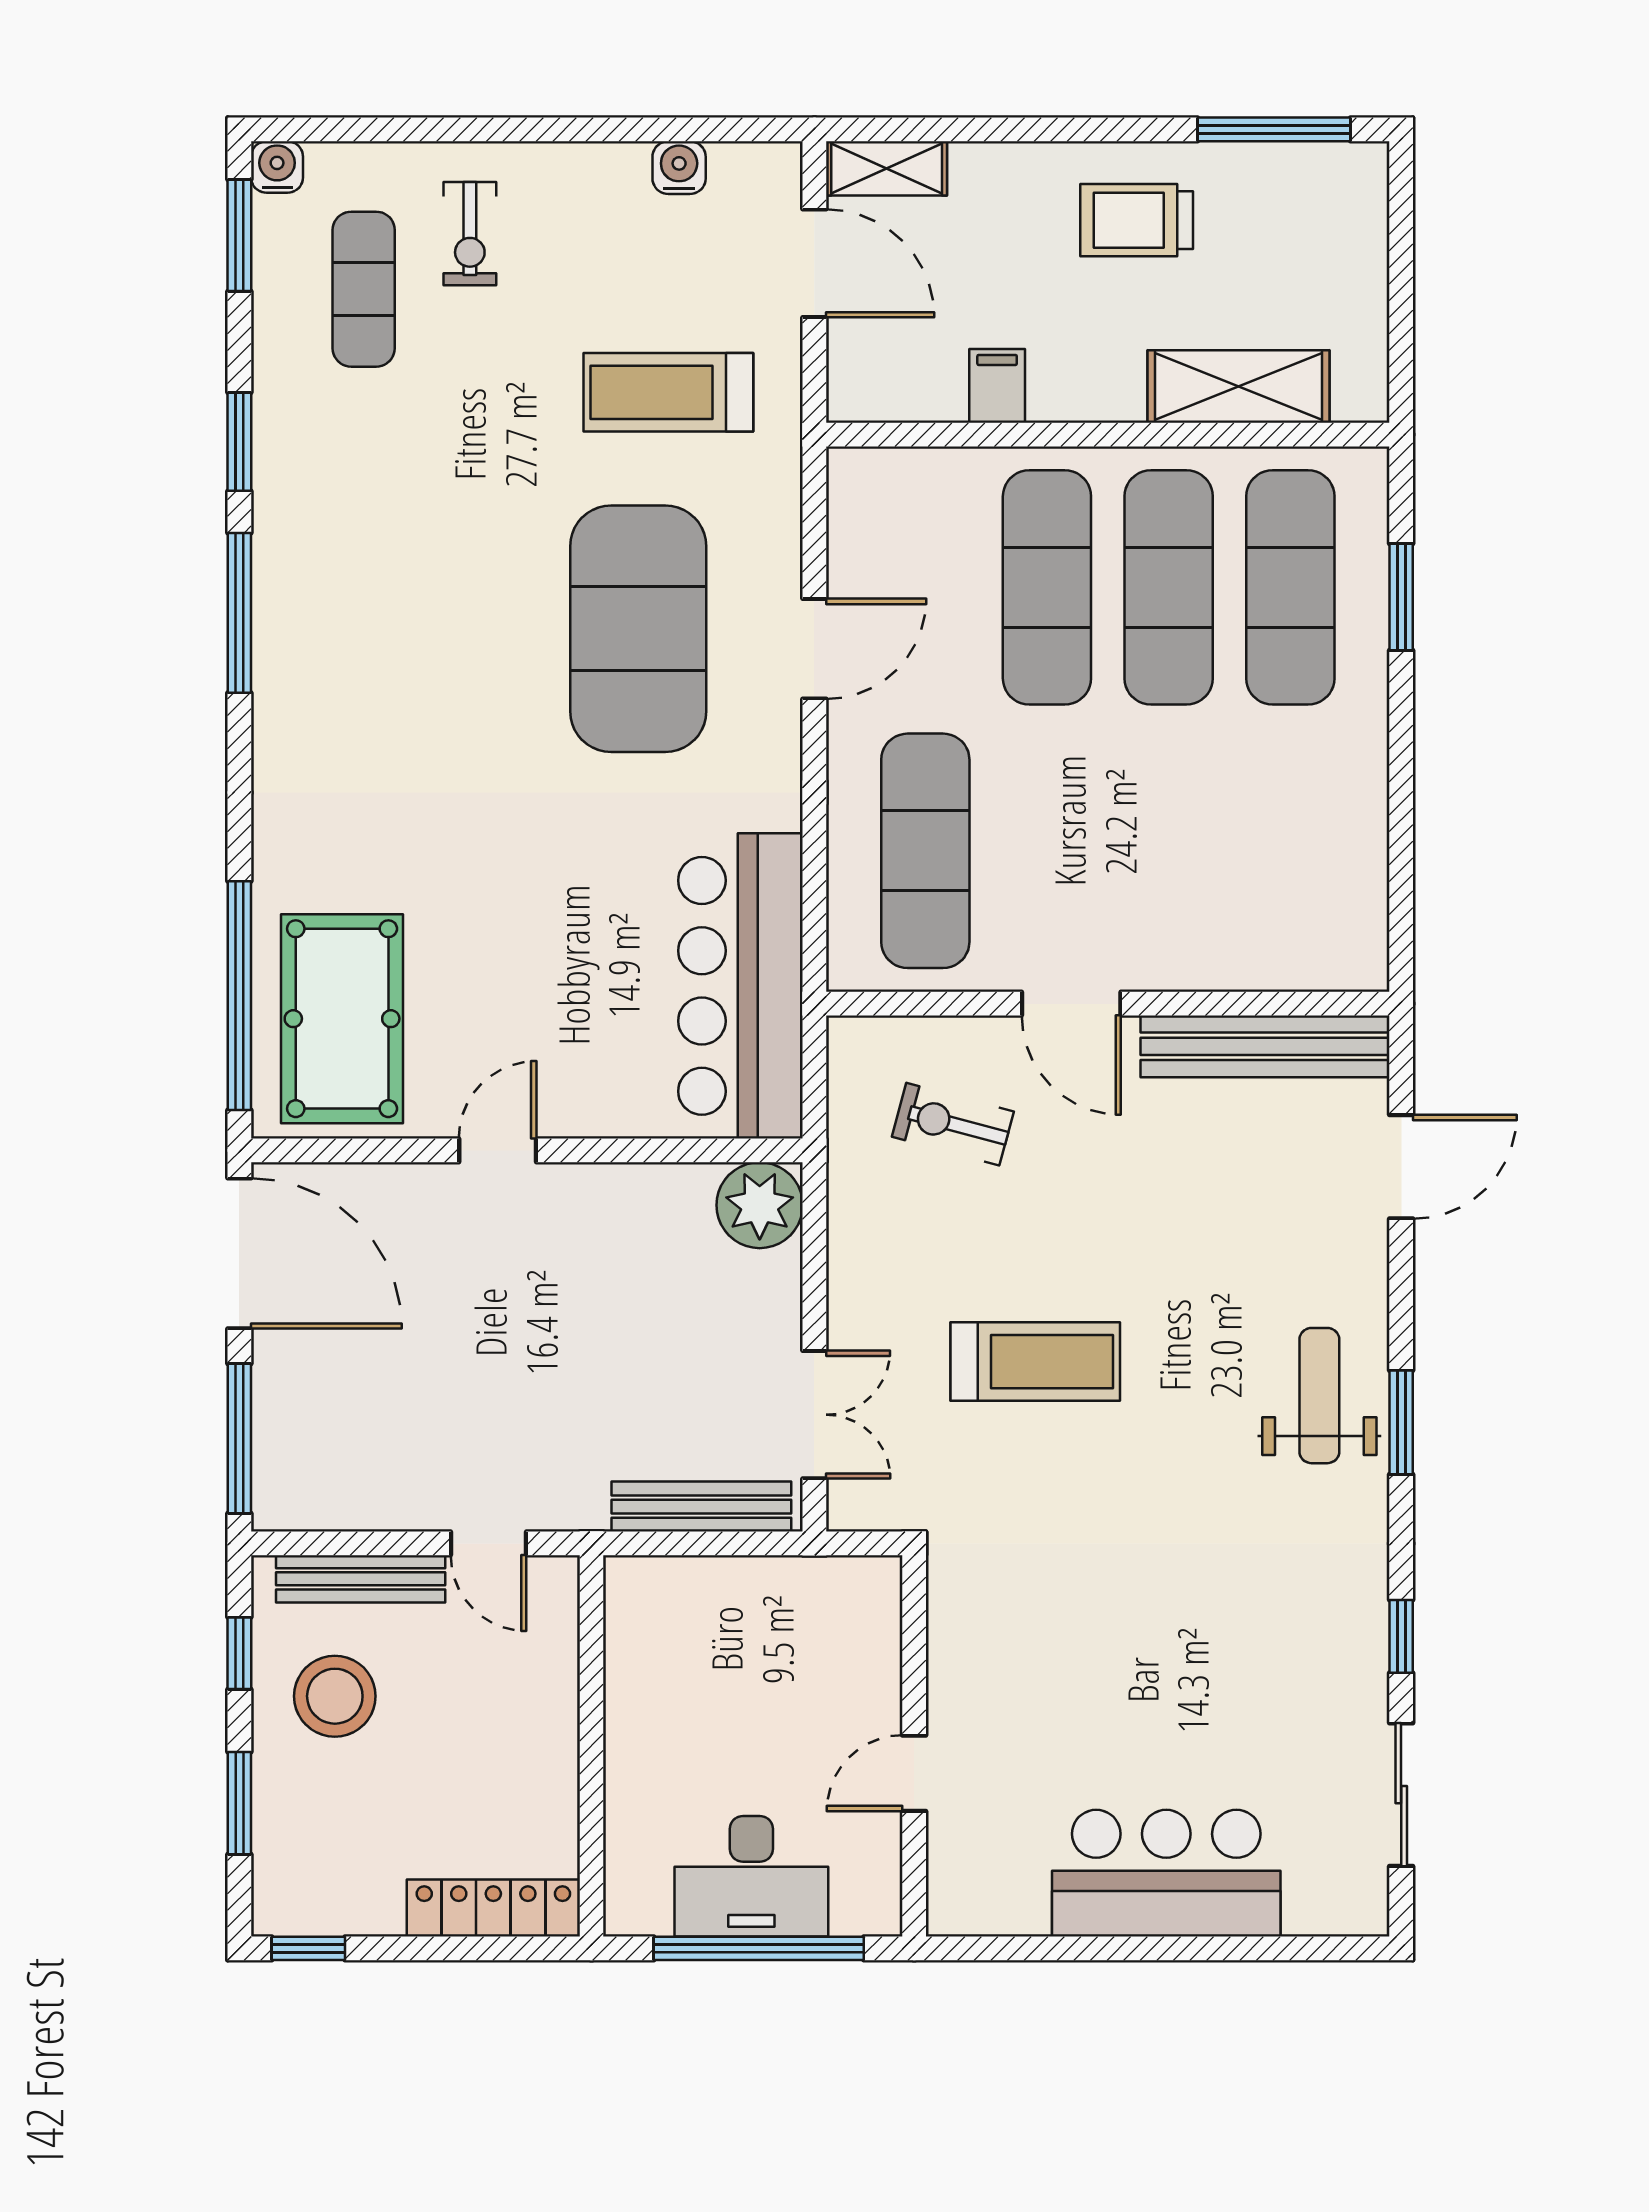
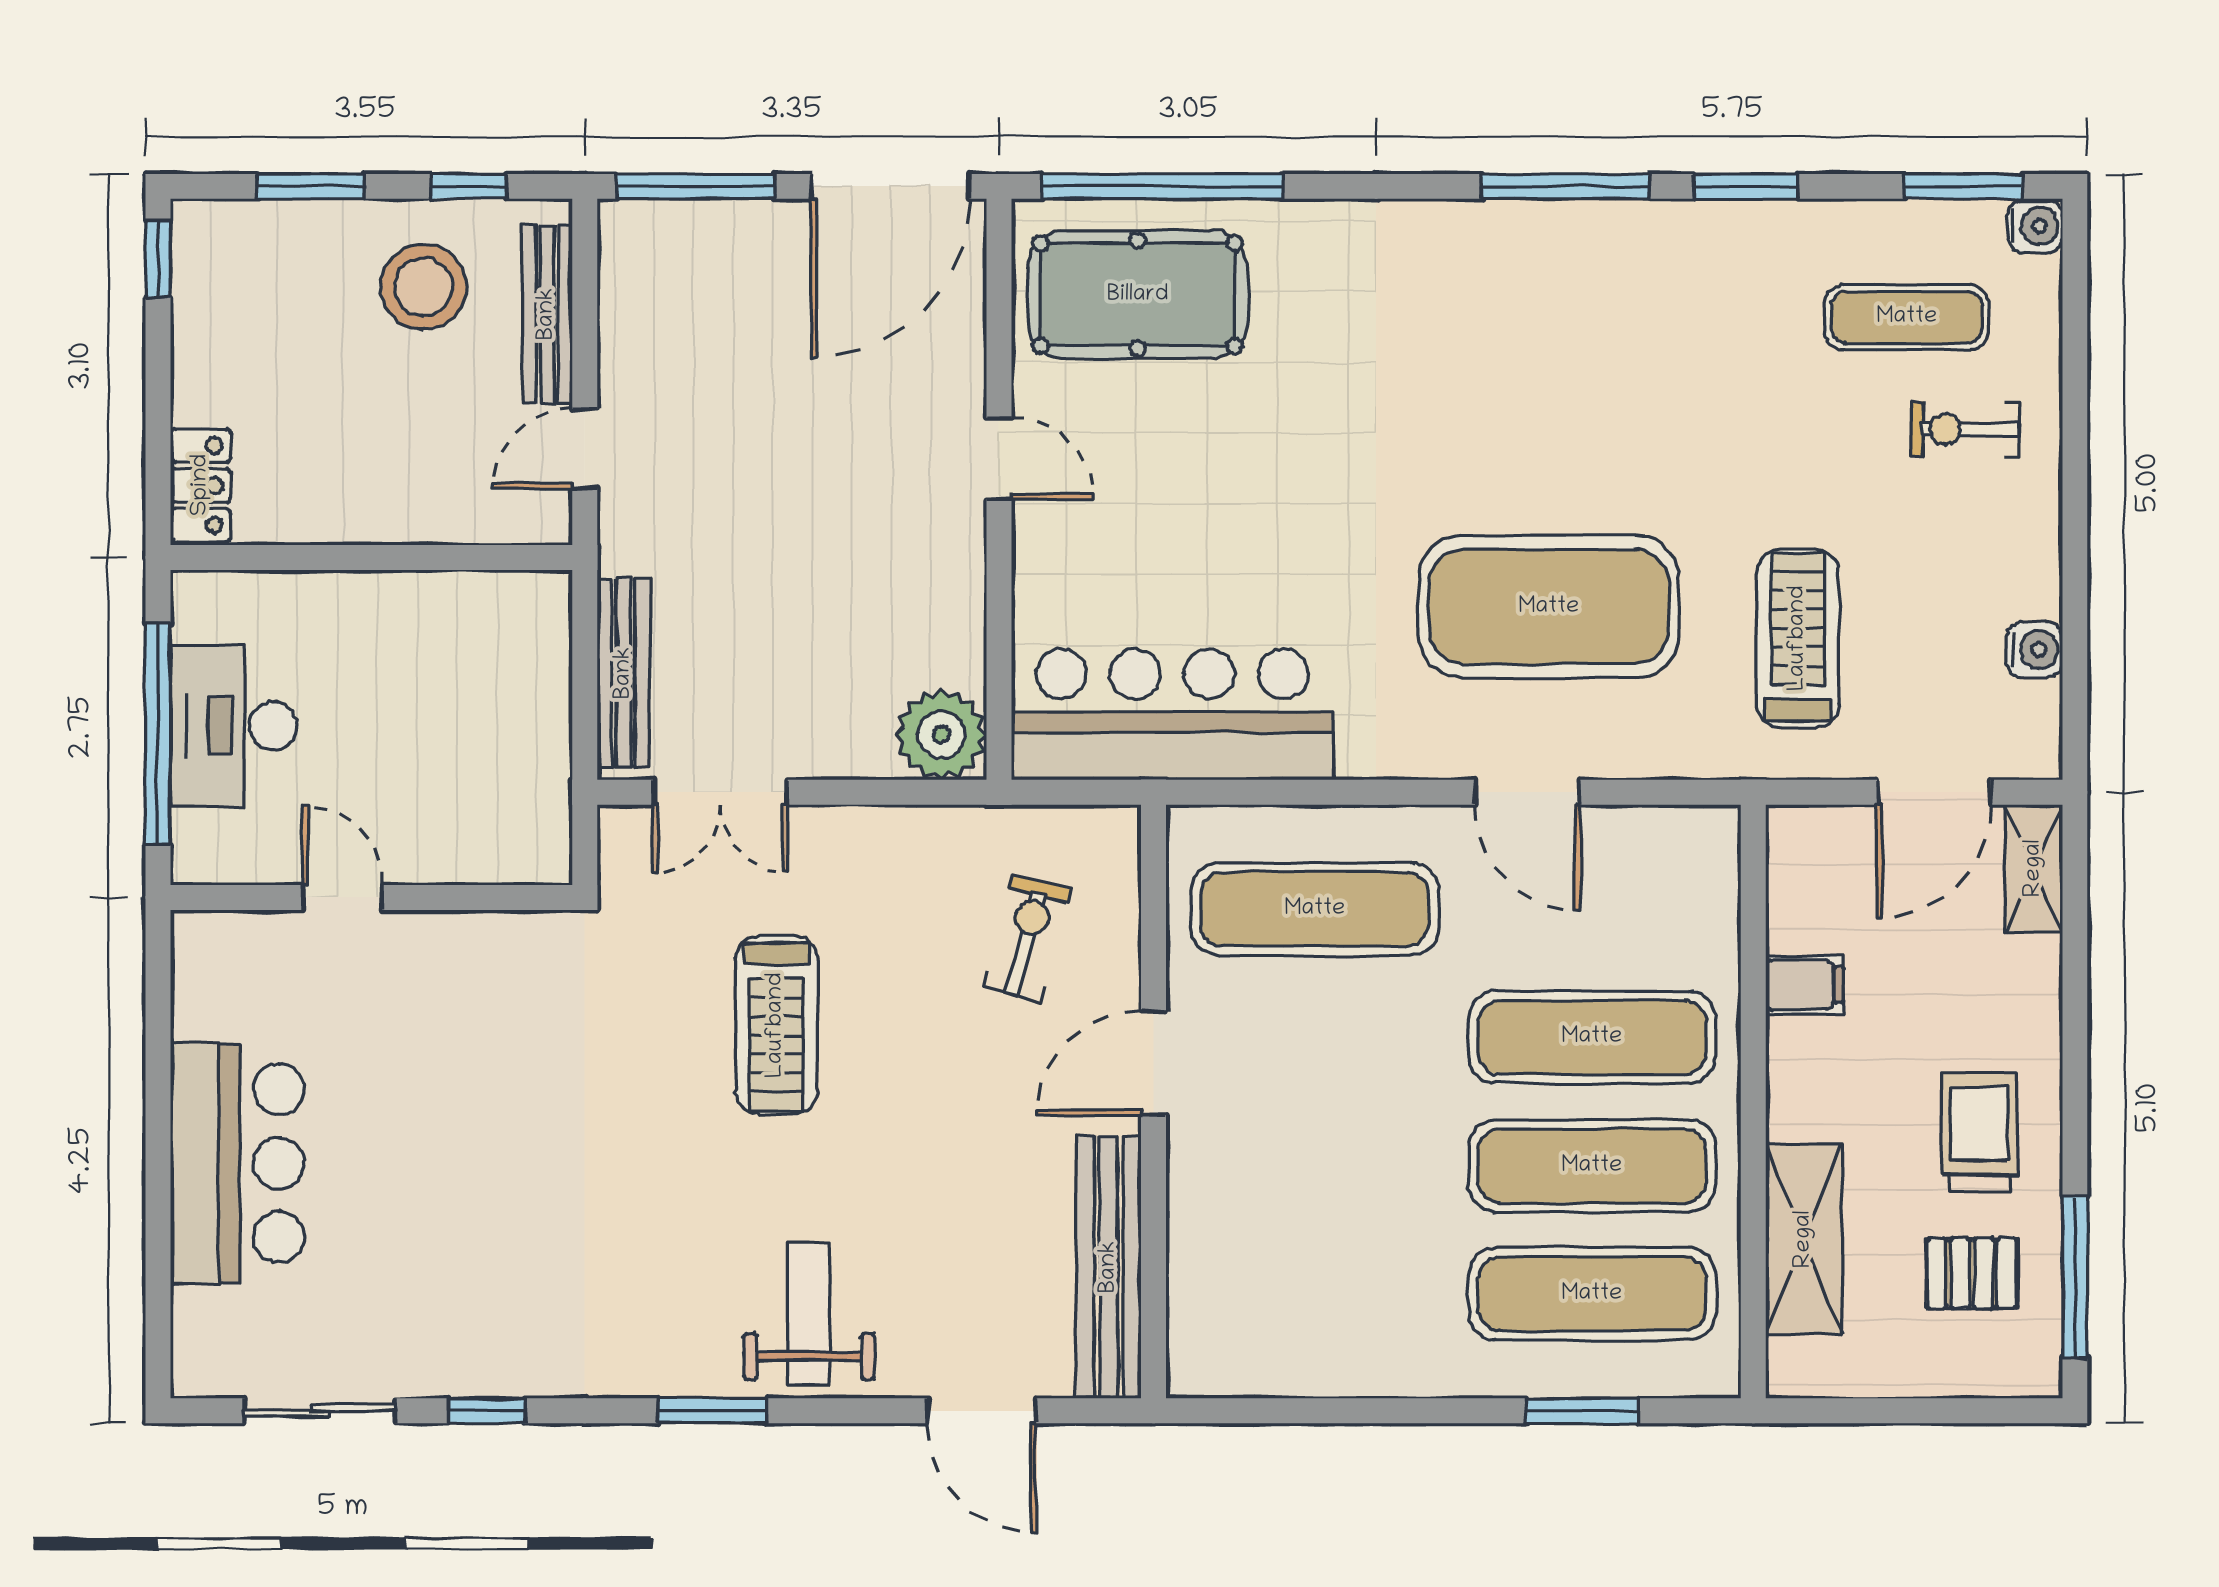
pallet: (1271, 227) -> (1972, 1273), added
weight bench: (1319, 1396) -> (809, 1314), moved, turned -90
locker: (493, 1908) -> (201, 485), width x0.66

